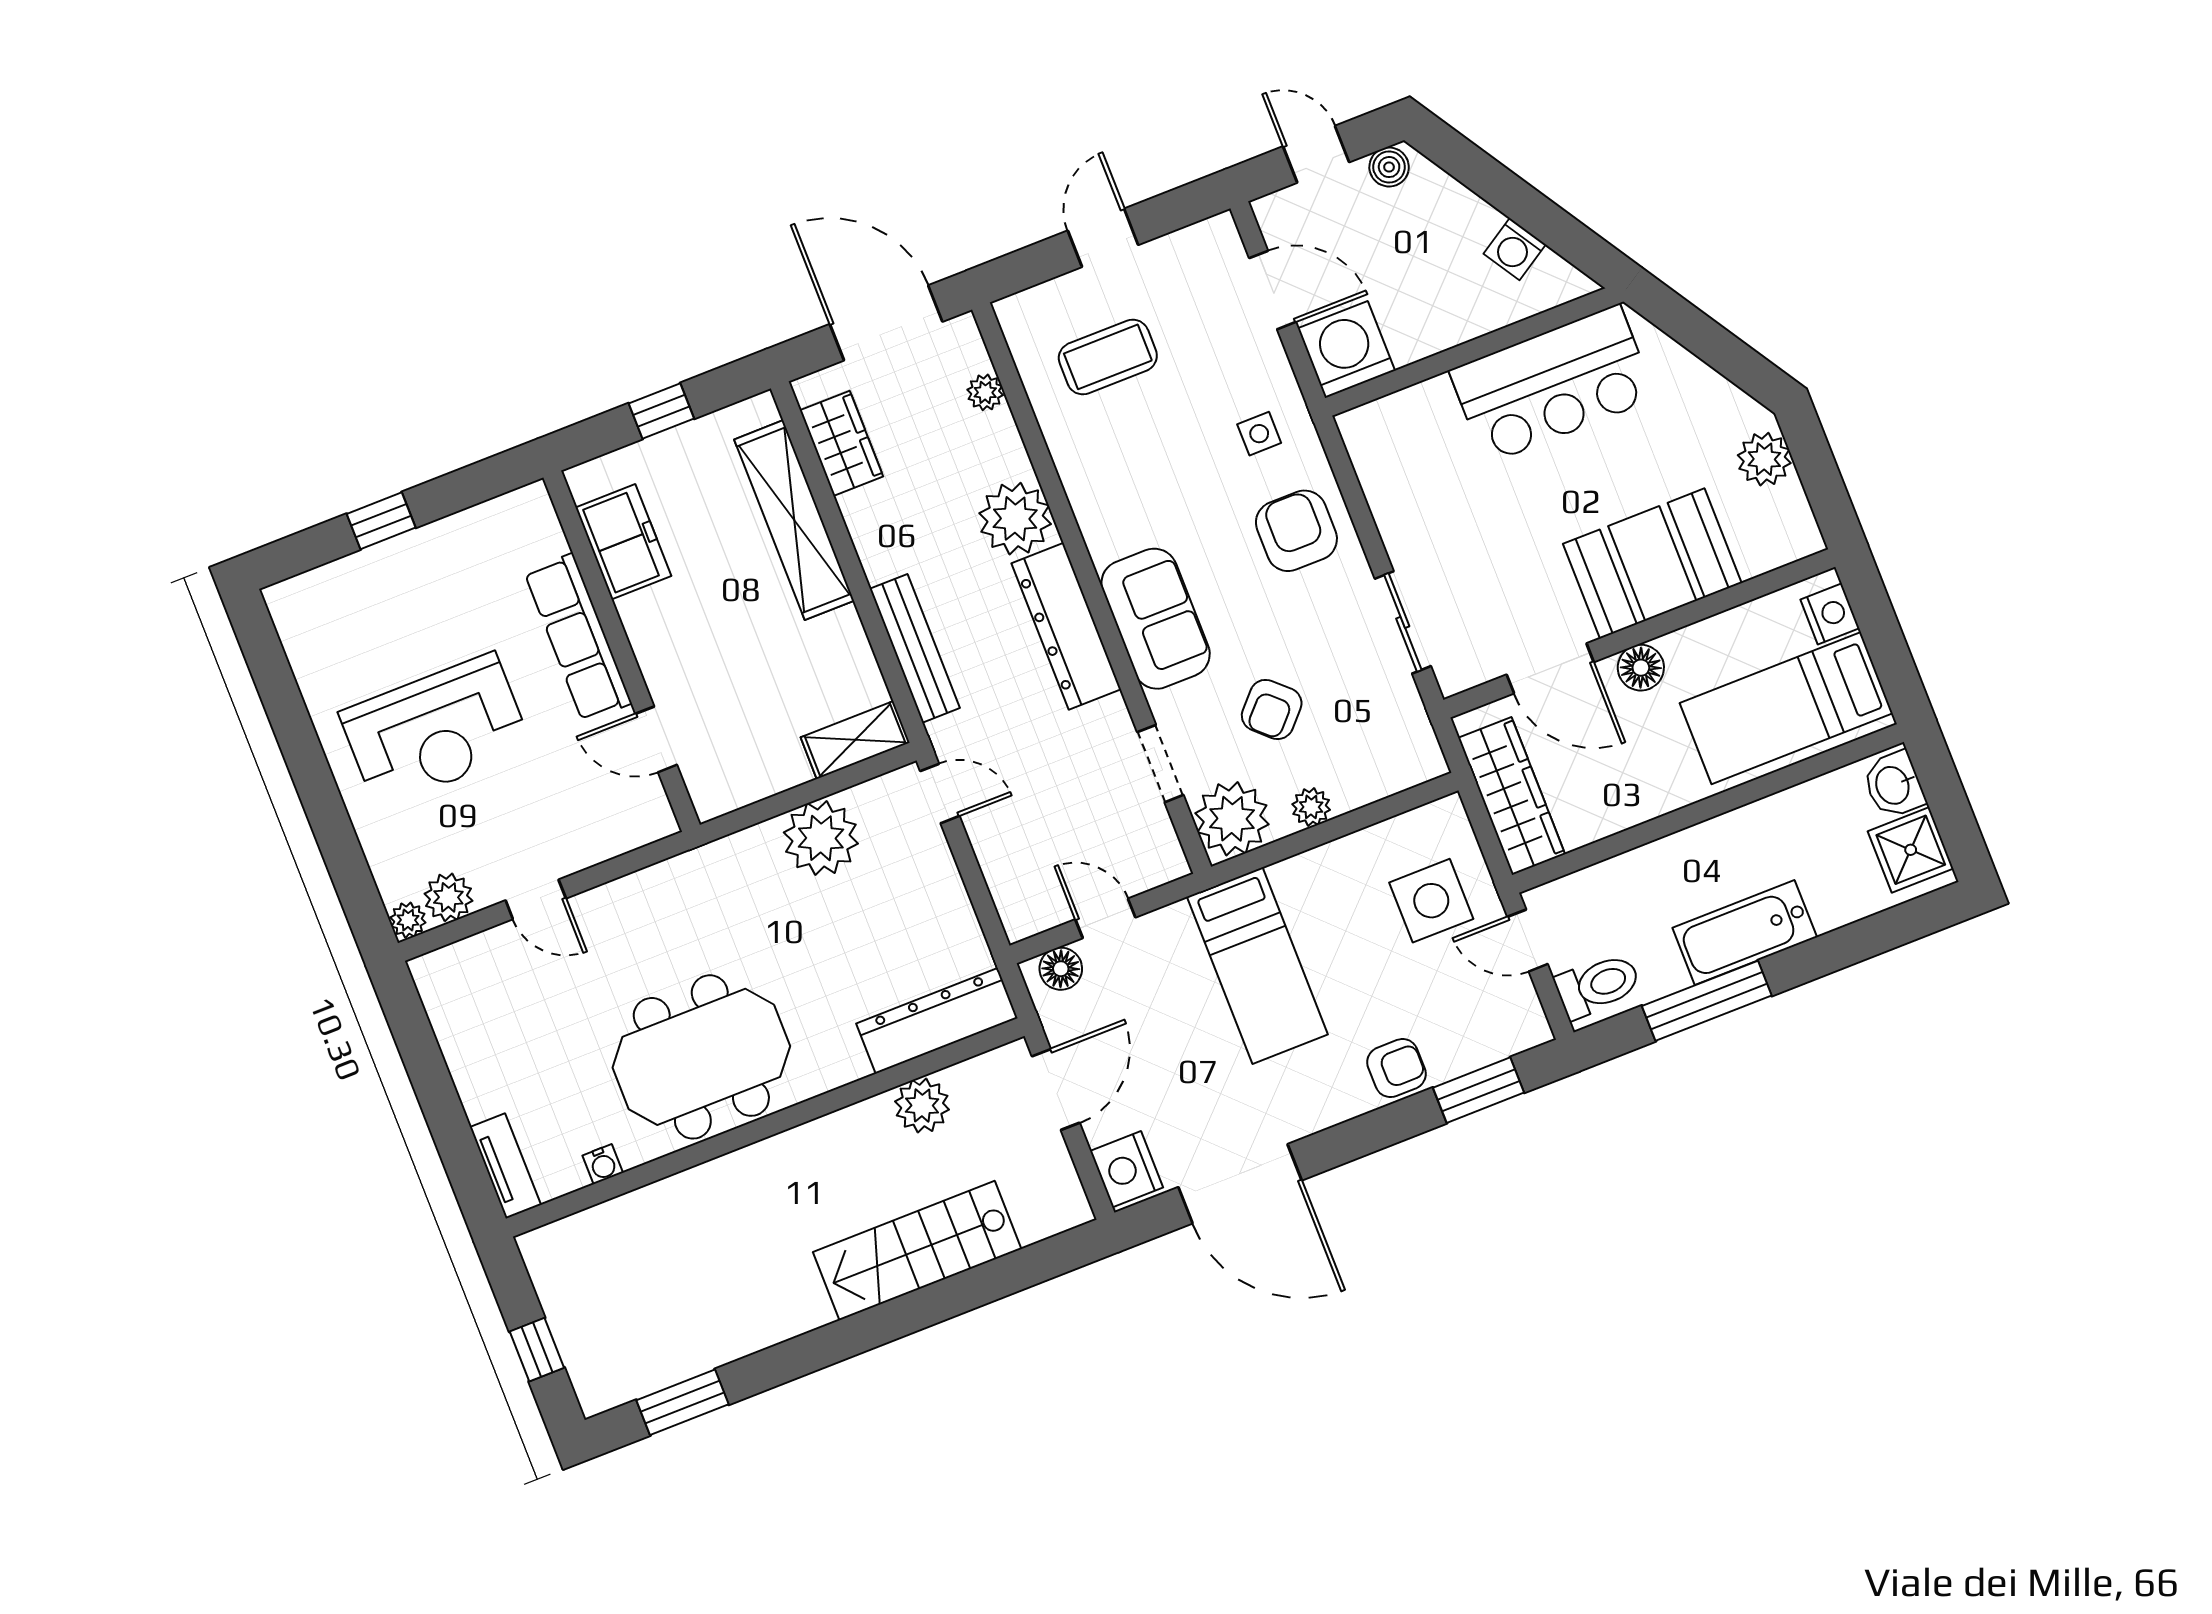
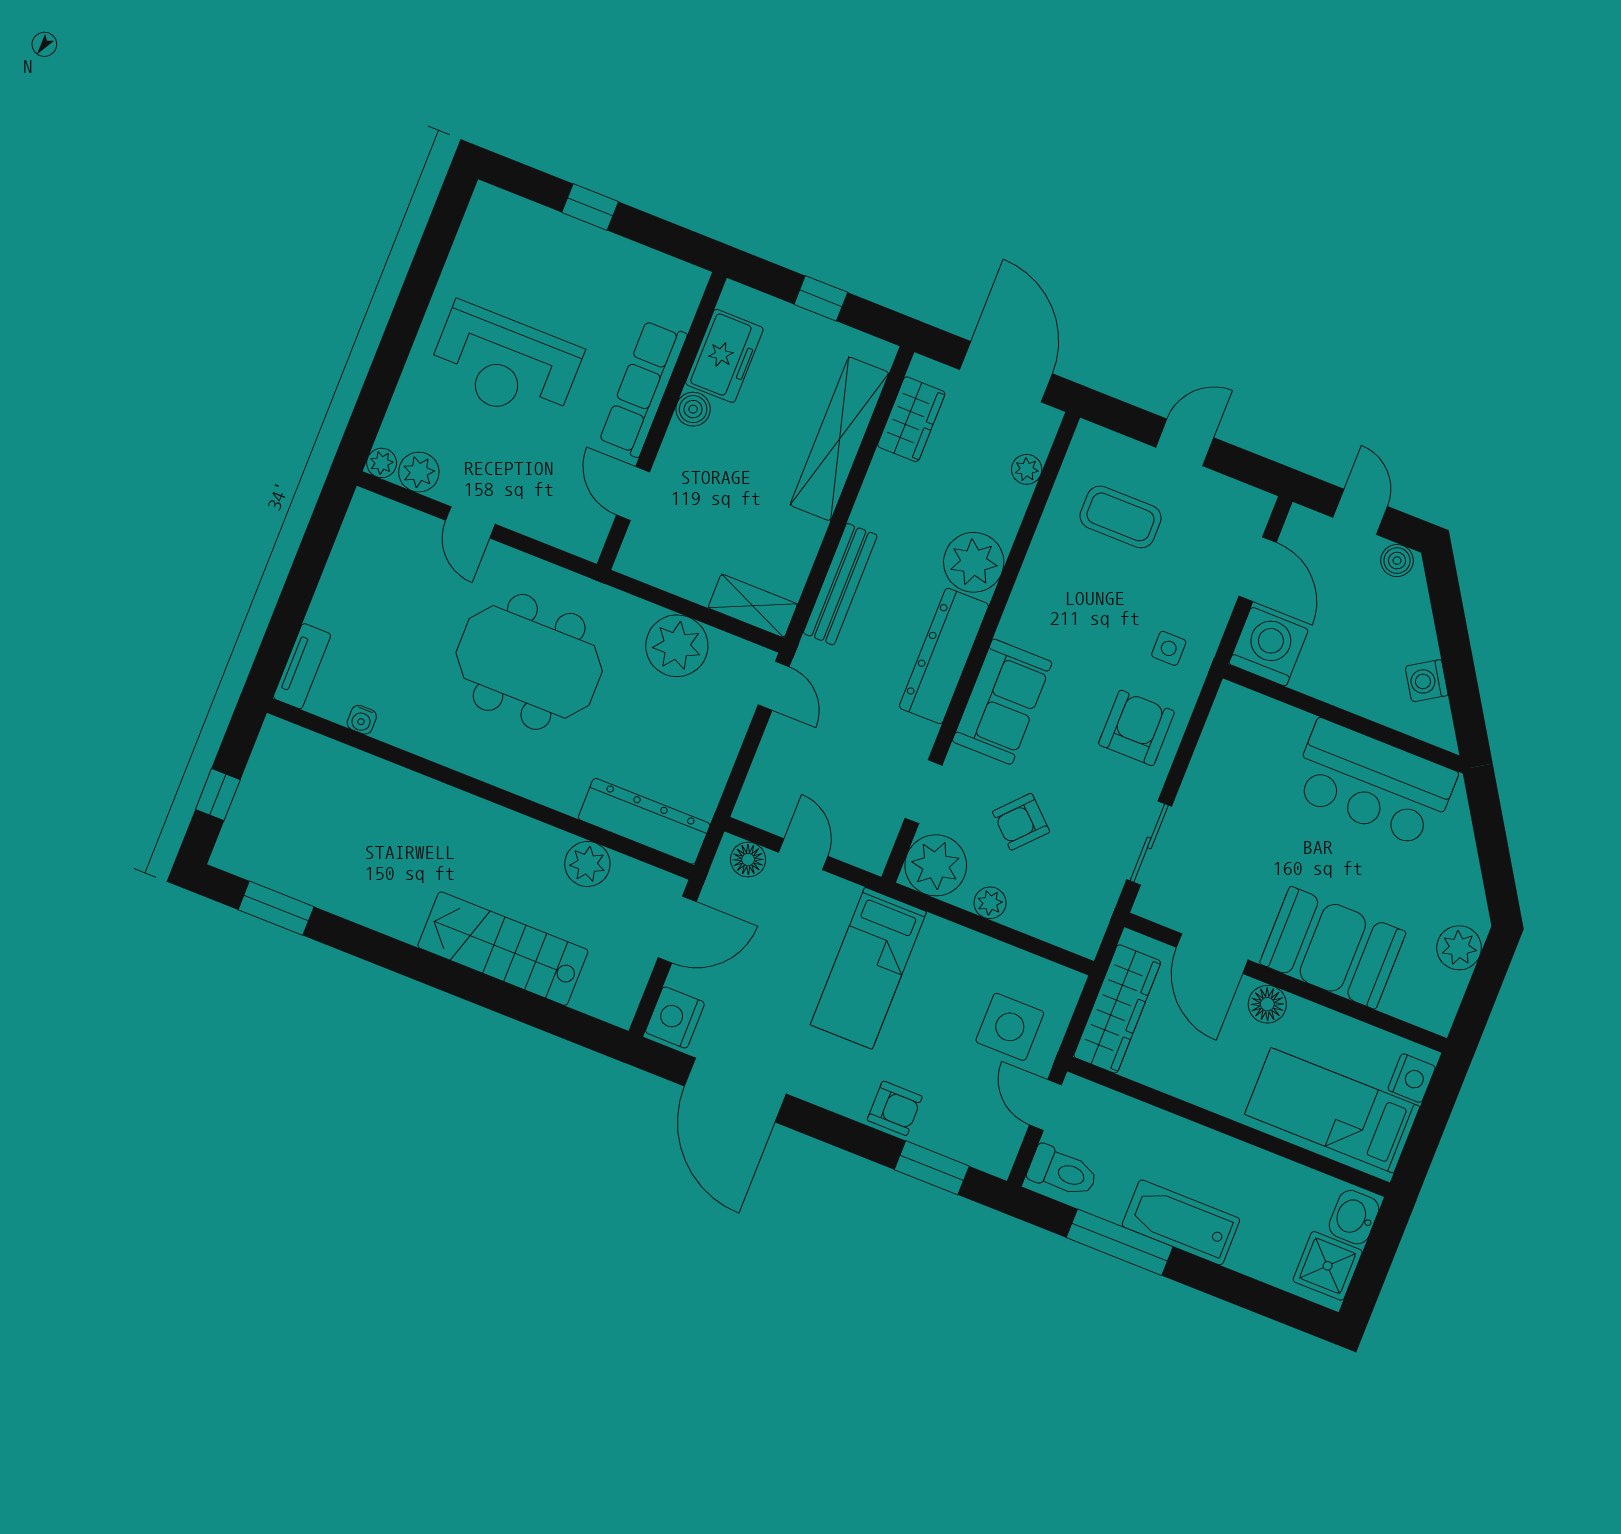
boiler: (640, 615) -> (693, 409), added
meeting table: (701, 1057) -> (529, 662), moved

